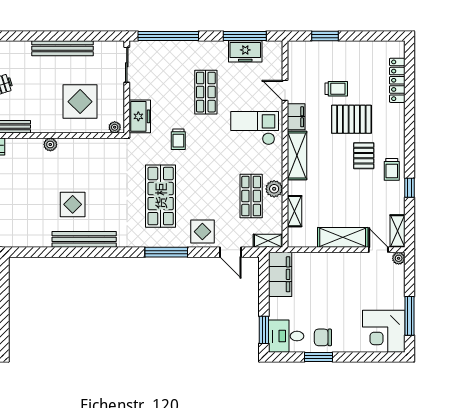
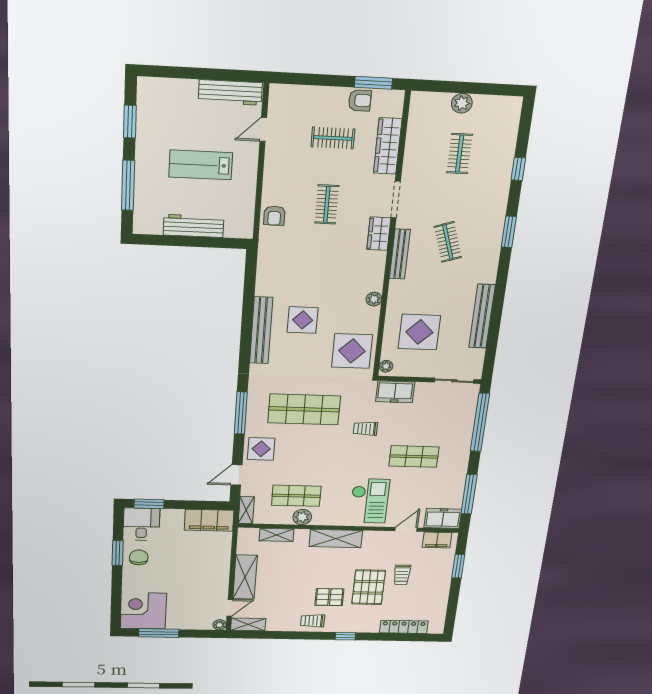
freezer: (245, 51) -> (443, 518), moved, turned 90
filing cabinet: (296, 117) -> (437, 540), moved
display table: (101, 159) -> (352, 351), added
window: (409, 188) -> (345, 636), moved

